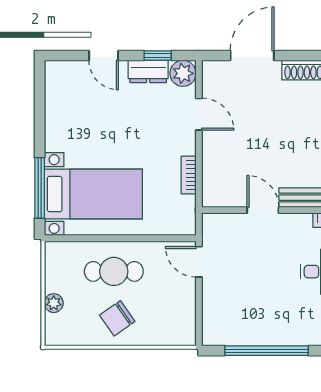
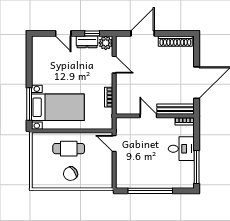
plant: (54, 303) -> (37, 166), removed

